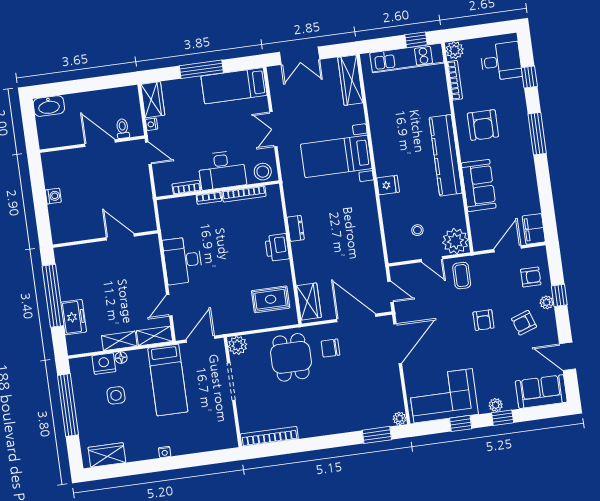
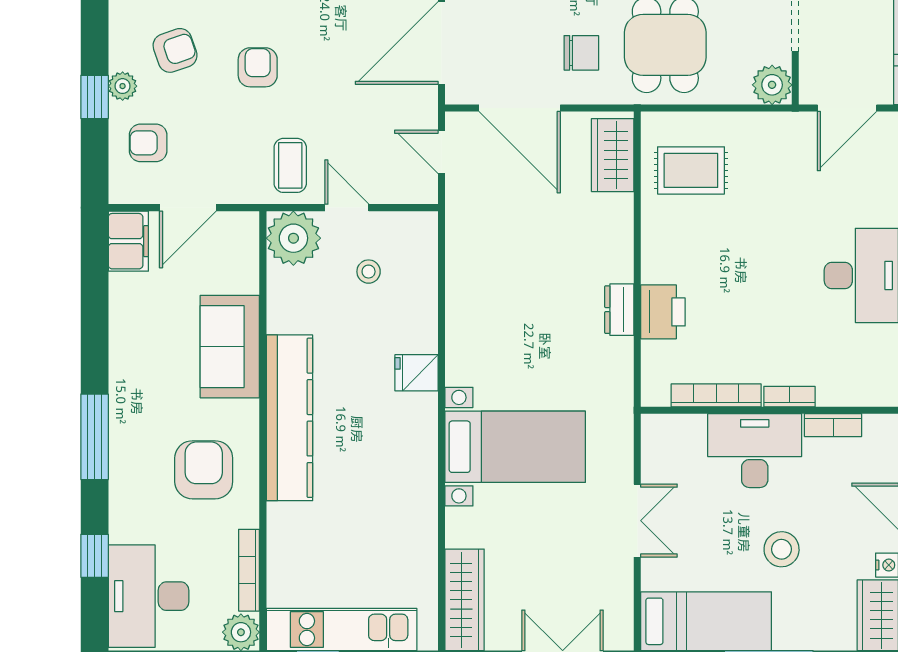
desk: (501, 61) -> (149, 596), width x1.37
stool: (263, 172) -> (782, 549), moved
printer: (277, 247) -> (663, 312), moved

